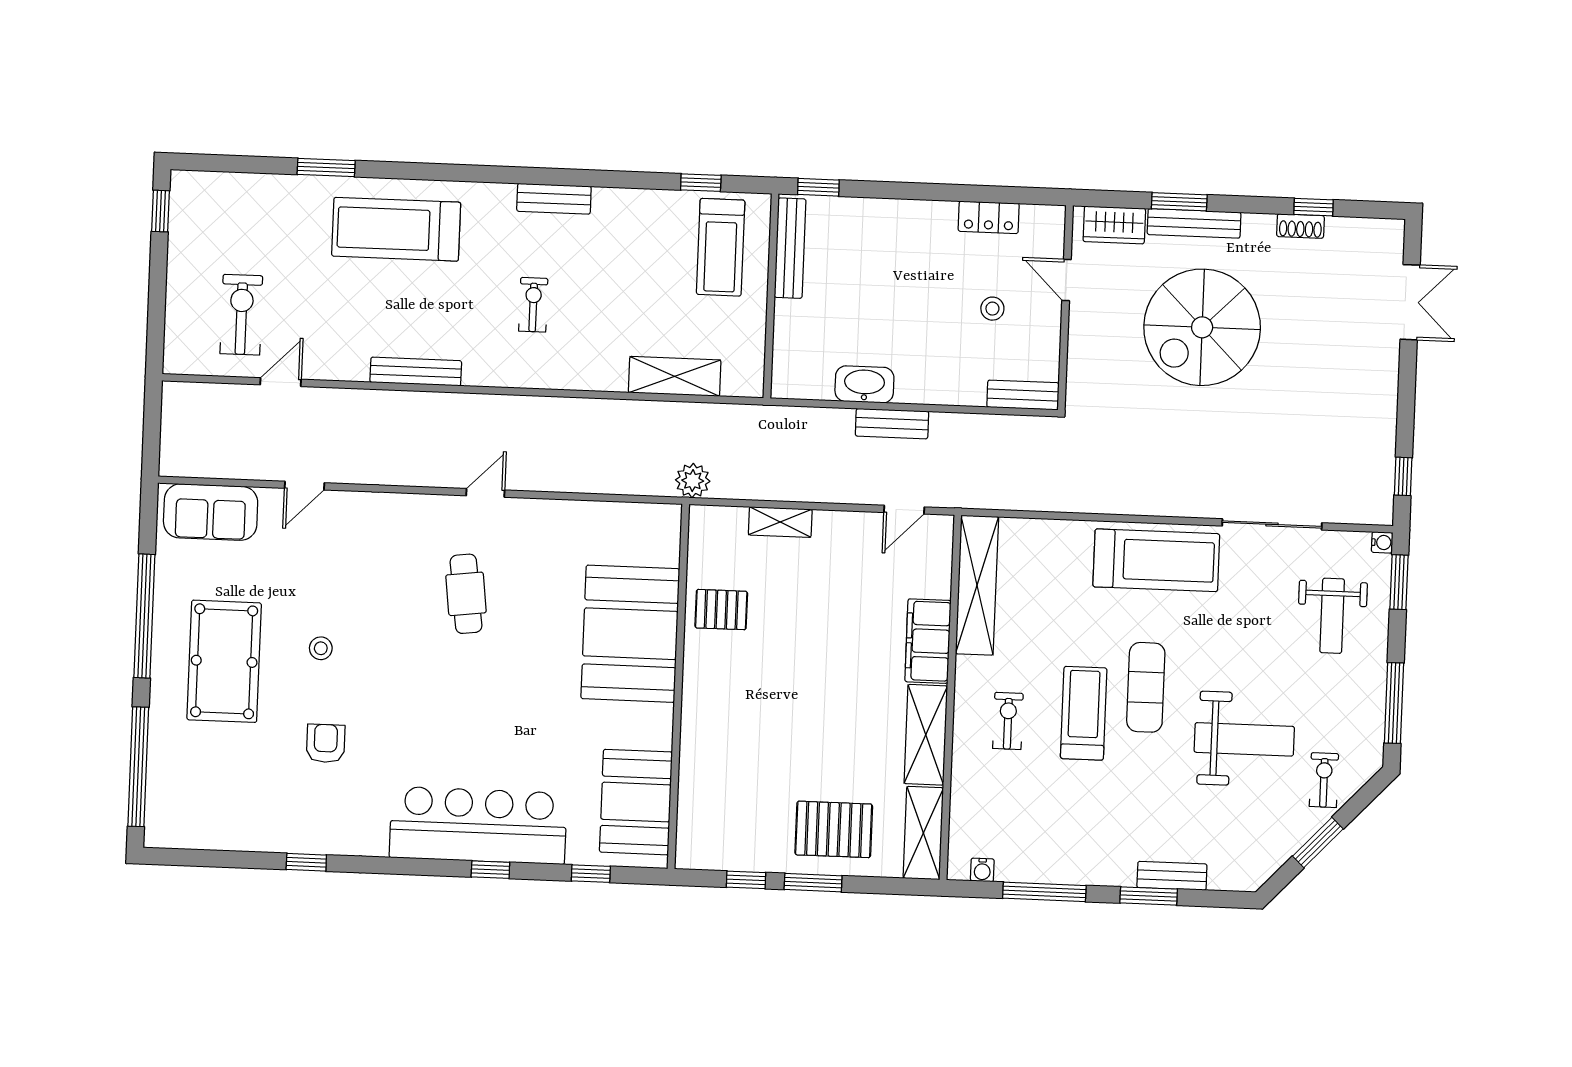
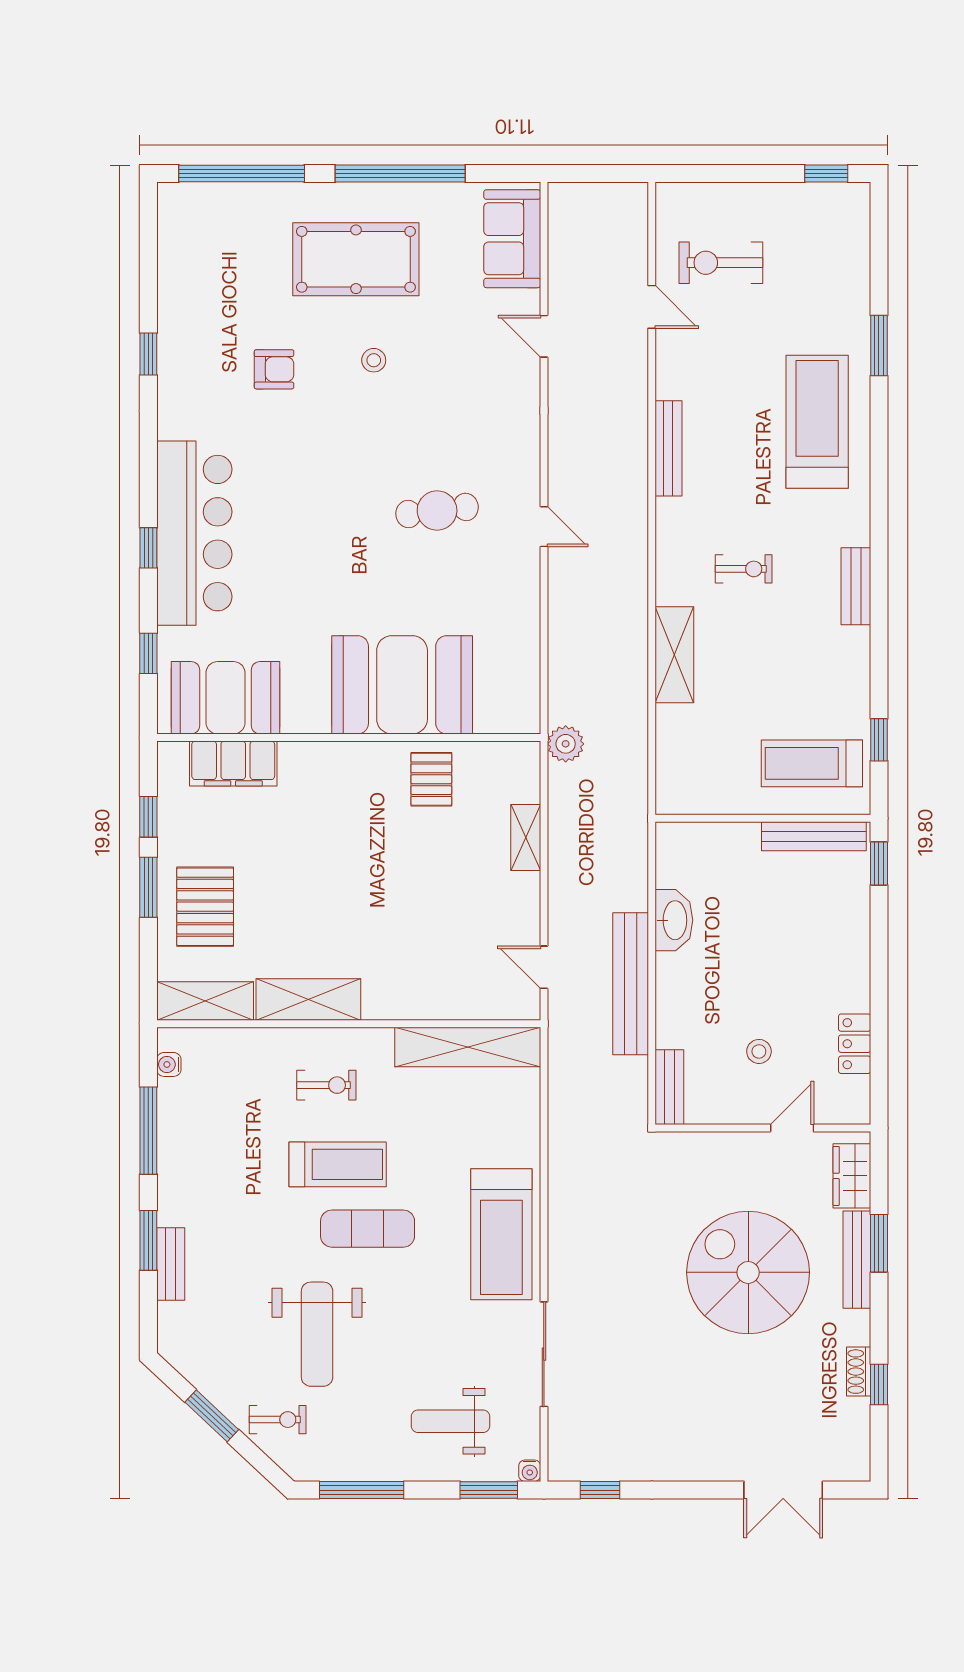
exercise bike: (241, 315) -> (721, 263), turned 180
shelving: (675, 376) -> (674, 655), moved
bench: (892, 424) -> (631, 984), width x1.86, depth x1.21
filing cabinet: (928, 641) -> (233, 763), moved, turned 180

